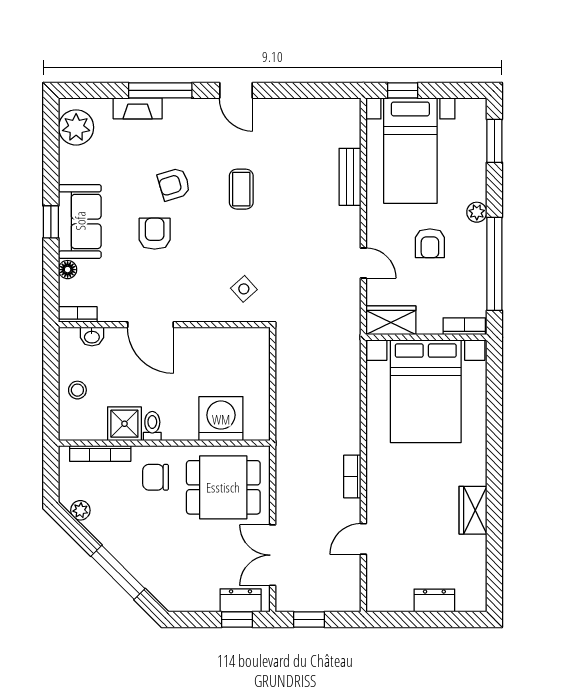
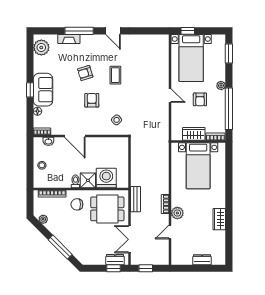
bench: (350, 177) -> (135, 199), moved
armchair: (155, 234) -> (92, 100), moved
door: (363, 263) -> (170, 96), moved
wardrobe: (391, 320) -> (194, 134), moved
bed with nightstands: (426, 391) -> (198, 166), width x0.73
shower: (124, 424) -> (88, 180), moved
plant: (379, 497) -> (177, 213), added

